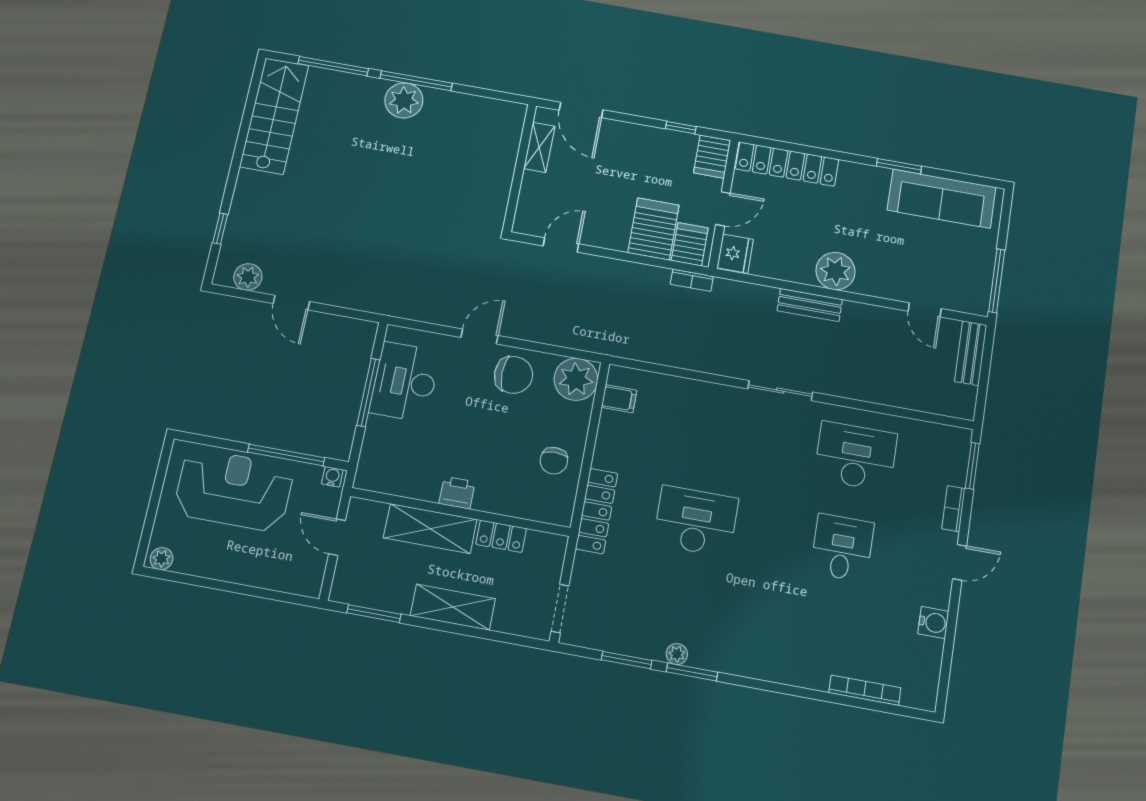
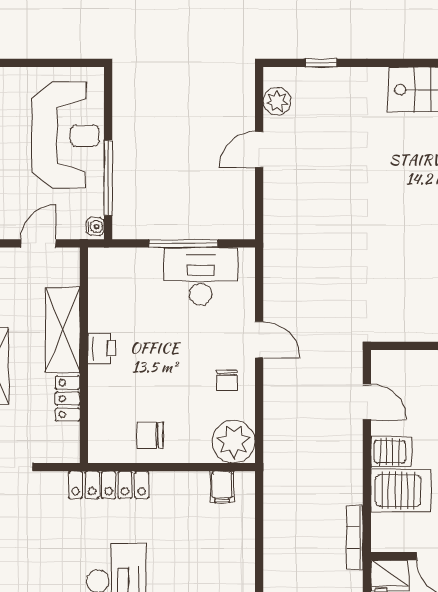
server rack: (690, 244) -> (391, 452), moved
bookcase: (692, 280) -> (355, 537), width x1.56
chair: (513, 375) -> (227, 380), width x0.54, depth x0.54

